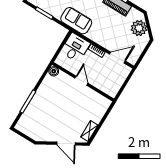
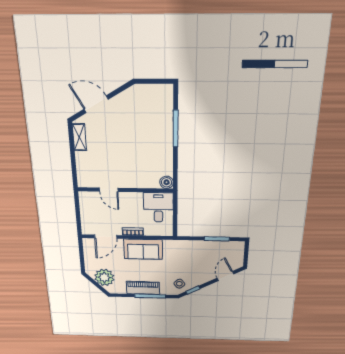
sofa: (76, 21) -> (143, 249), moved
desk: (75, 48) -> (158, 207), moved, turned 180
door: (81, 81) -> (109, 190), moved

